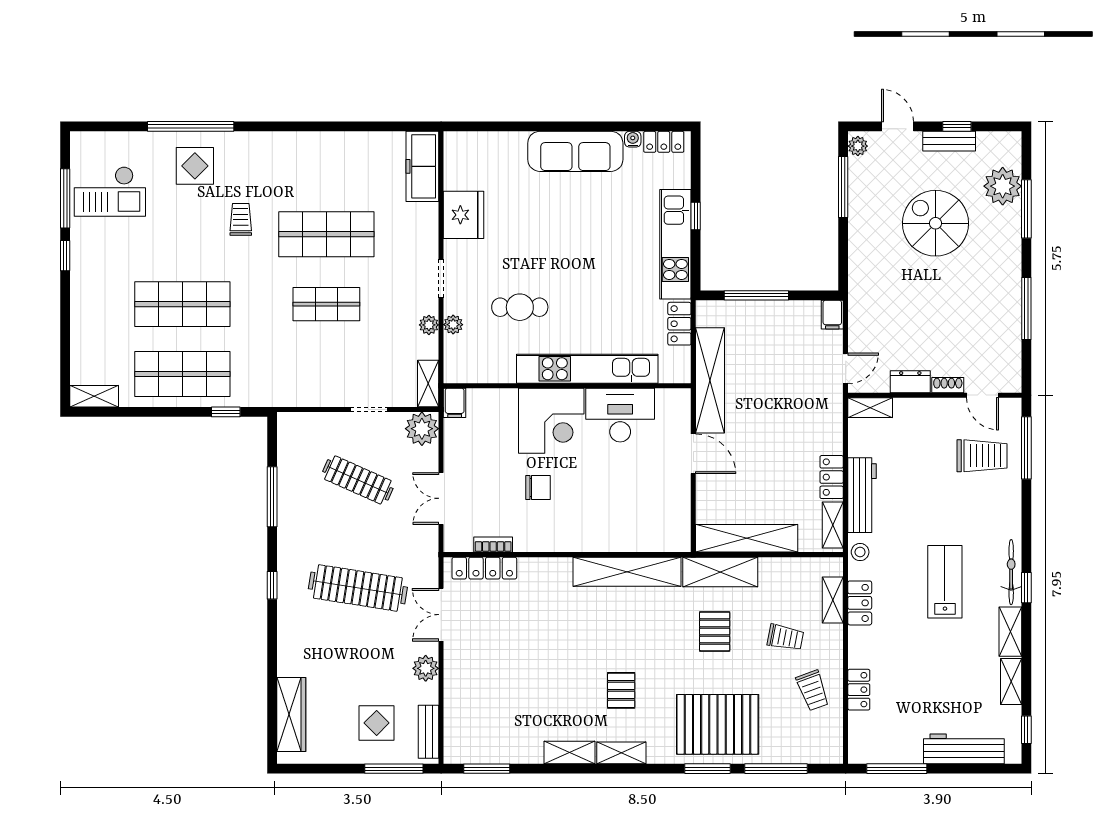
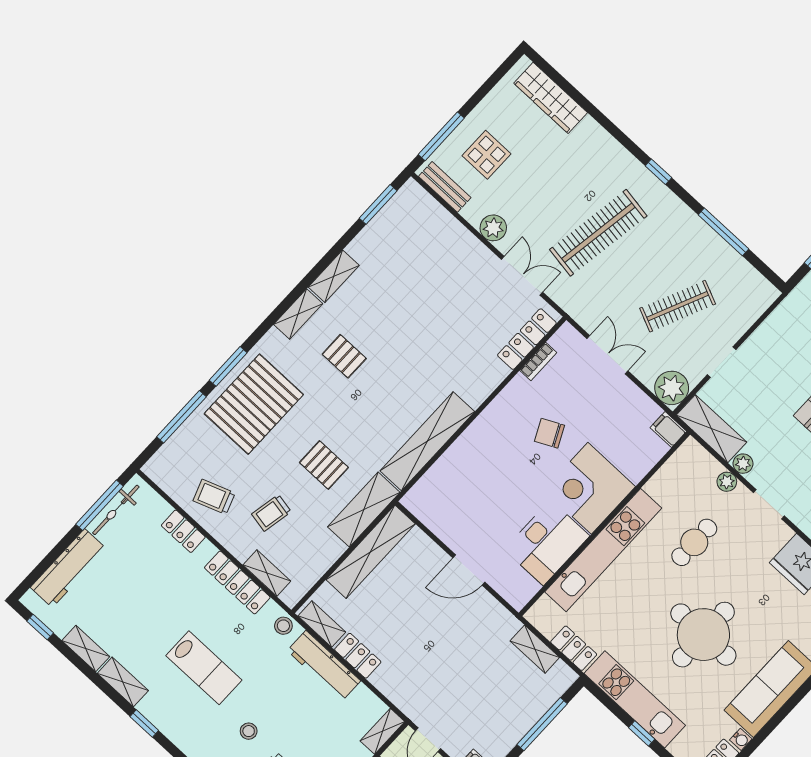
round table: (581, 238) -> (703, 635), added
shelving: (710, 380) -> (535, 649), width x0.45, depth x0.75
shelving: (428, 384) -> (711, 429), width x1.50, depth x1.33
chair: (538, 487) -> (550, 433), turned 64
stool: (961, 506) -> (249, 731), added
bicycle: (1011, 572) -> (116, 510), moved, turned 90
locker: (860, 603) -> (237, 582), width x1.53

